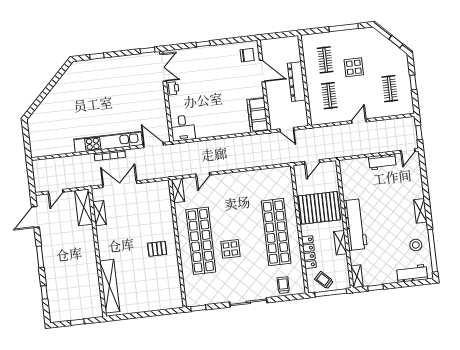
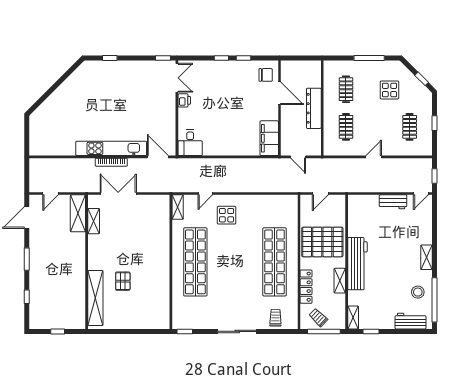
window: (224, 41) -> (244, 58), added
display table: (354, 67) -> (389, 90), moved
pallet: (157, 249) -> (123, 281), moved, turned 90
display table: (230, 249) -> (227, 215), moved

